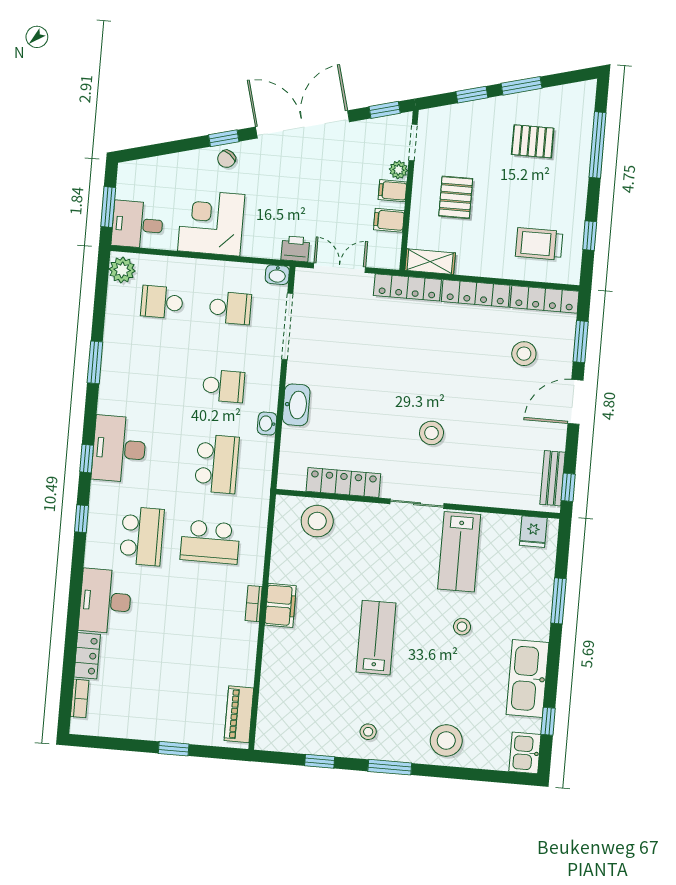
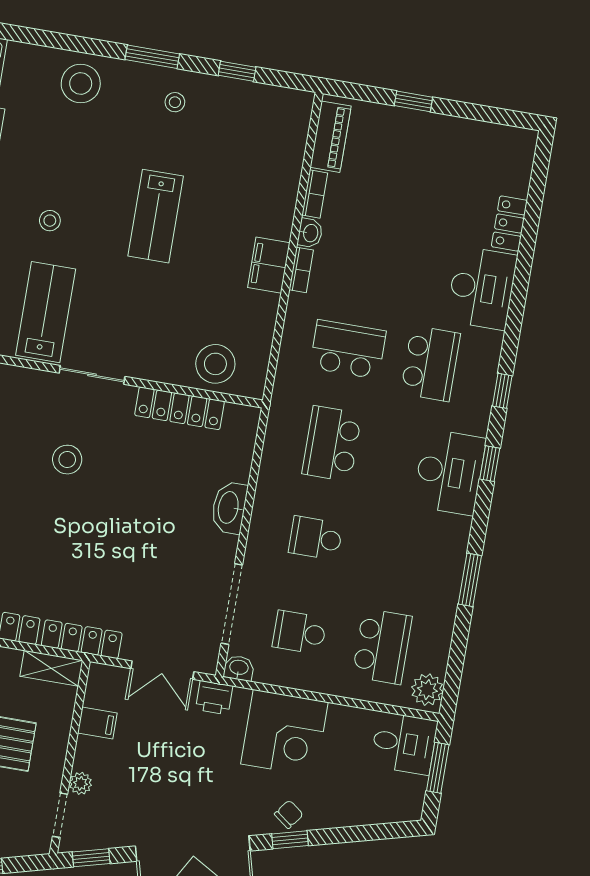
filing cabinet: (393, 191) -> (90, 759), removed
corner desk: (211, 223) -> (284, 733), moved
school desk: (162, 302) -> (382, 646), width x1.85
washbasin: (267, 424) -> (310, 233), moved
school desk: (142, 536) -> (430, 364), turned 180
bookcase: (80, 698) -> (315, 194), moved, turned 180

